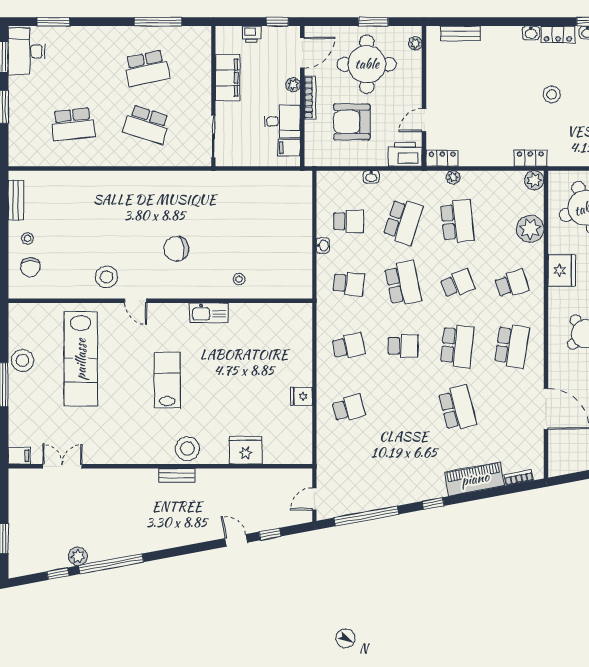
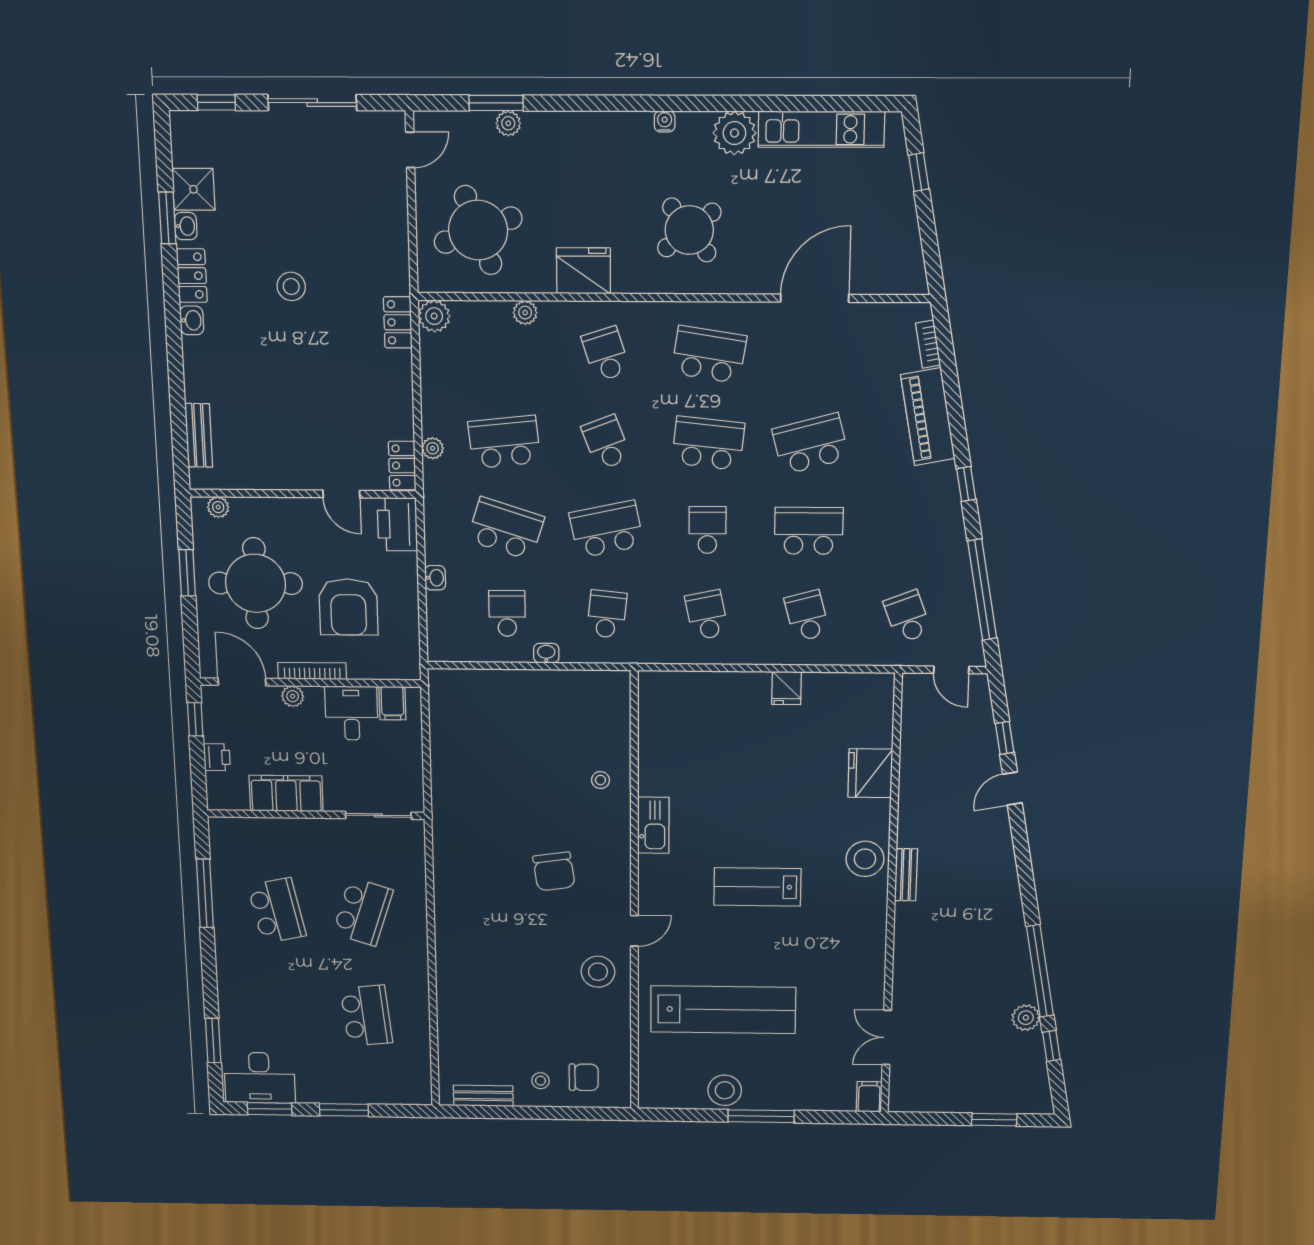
plant: (530, 229) -> (525, 313), width x0.53, depth x0.53
school desk: (403, 408) -> (809, 531), added
school desk: (349, 471) -> (907, 617), added

